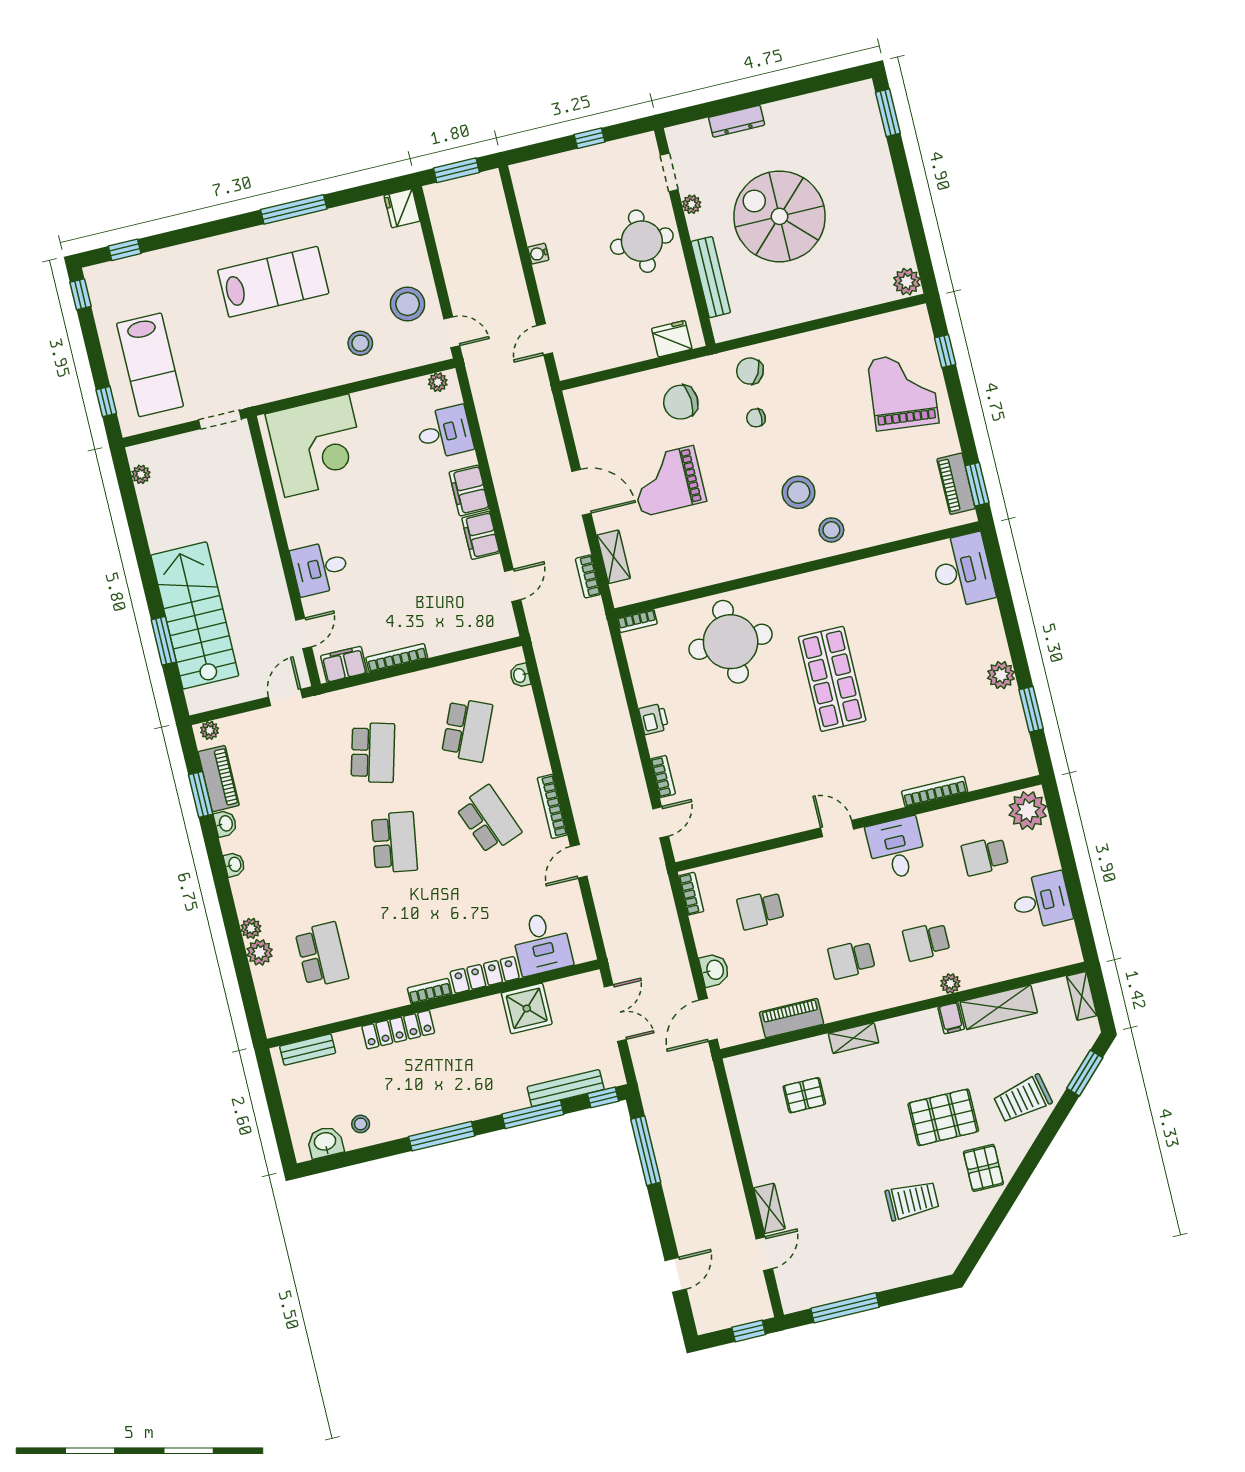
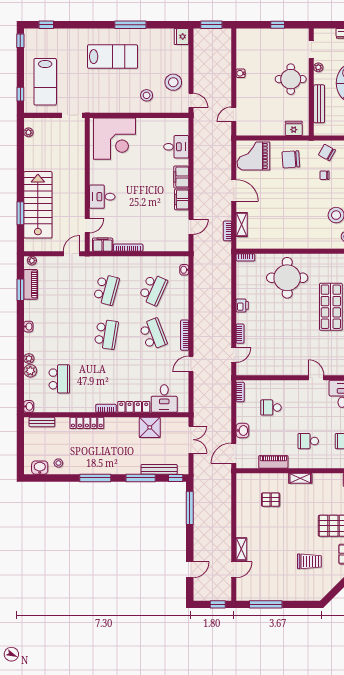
plant: (438, 382) -> (179, 122), removed
grand piano: (668, 481) -> (253, 156), moved
washbasin: (225, 823) -> (29, 406), moved

